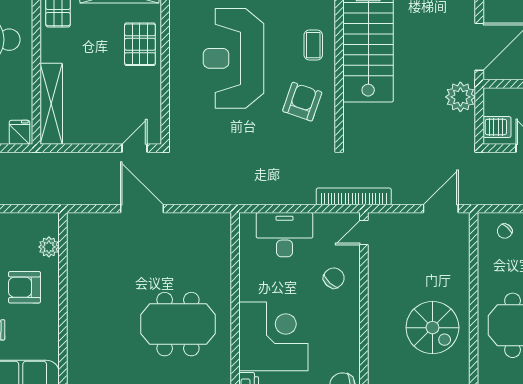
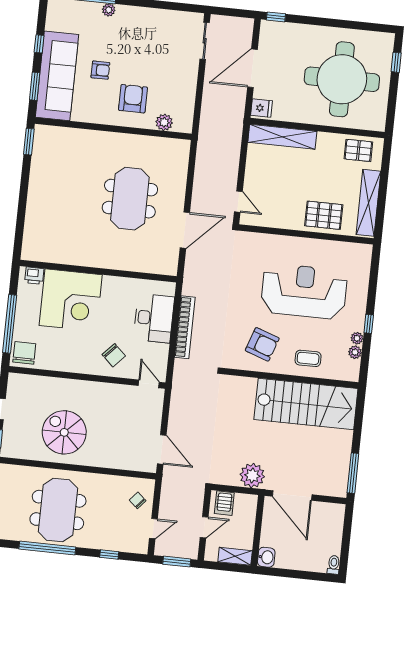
bookcase: (354, 196) -> (185, 327), moved
door: (142, 209) -> (185, 230), moved
meeting table: (178, 324) -> (130, 199), moved
spiral stairs: (432, 328) -> (64, 432), turned 90

